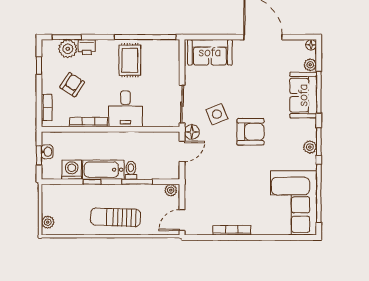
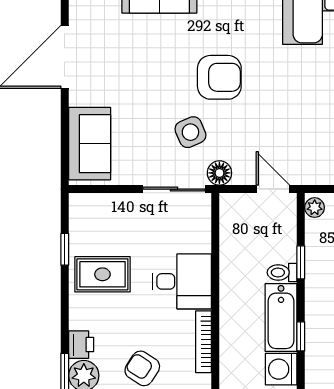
window: (145, 37) -> (65, 249), width x0.32
armchair: (251, 132) -> (219, 77), turned 90
door: (182, 151) -> (273, 189), moved
window: (137, 182) -> (301, 262), width x0.67

